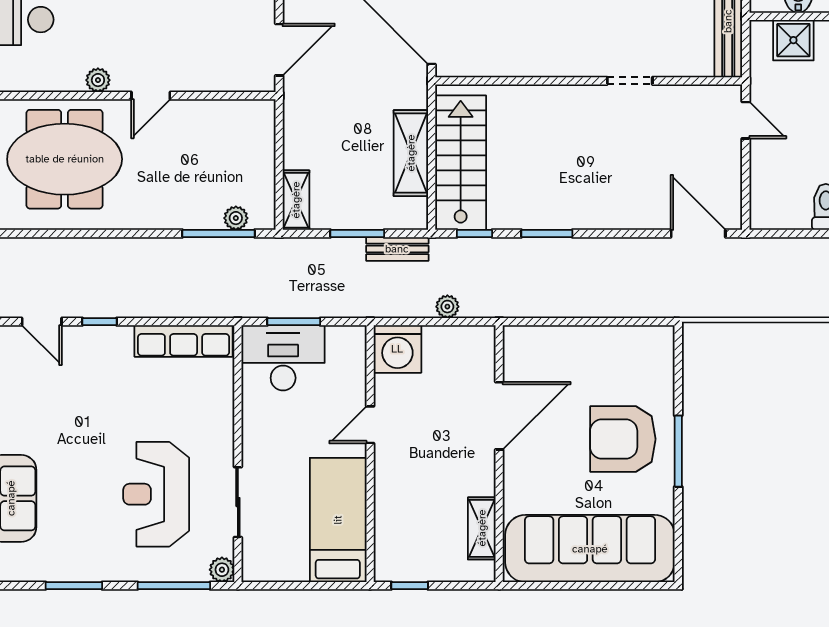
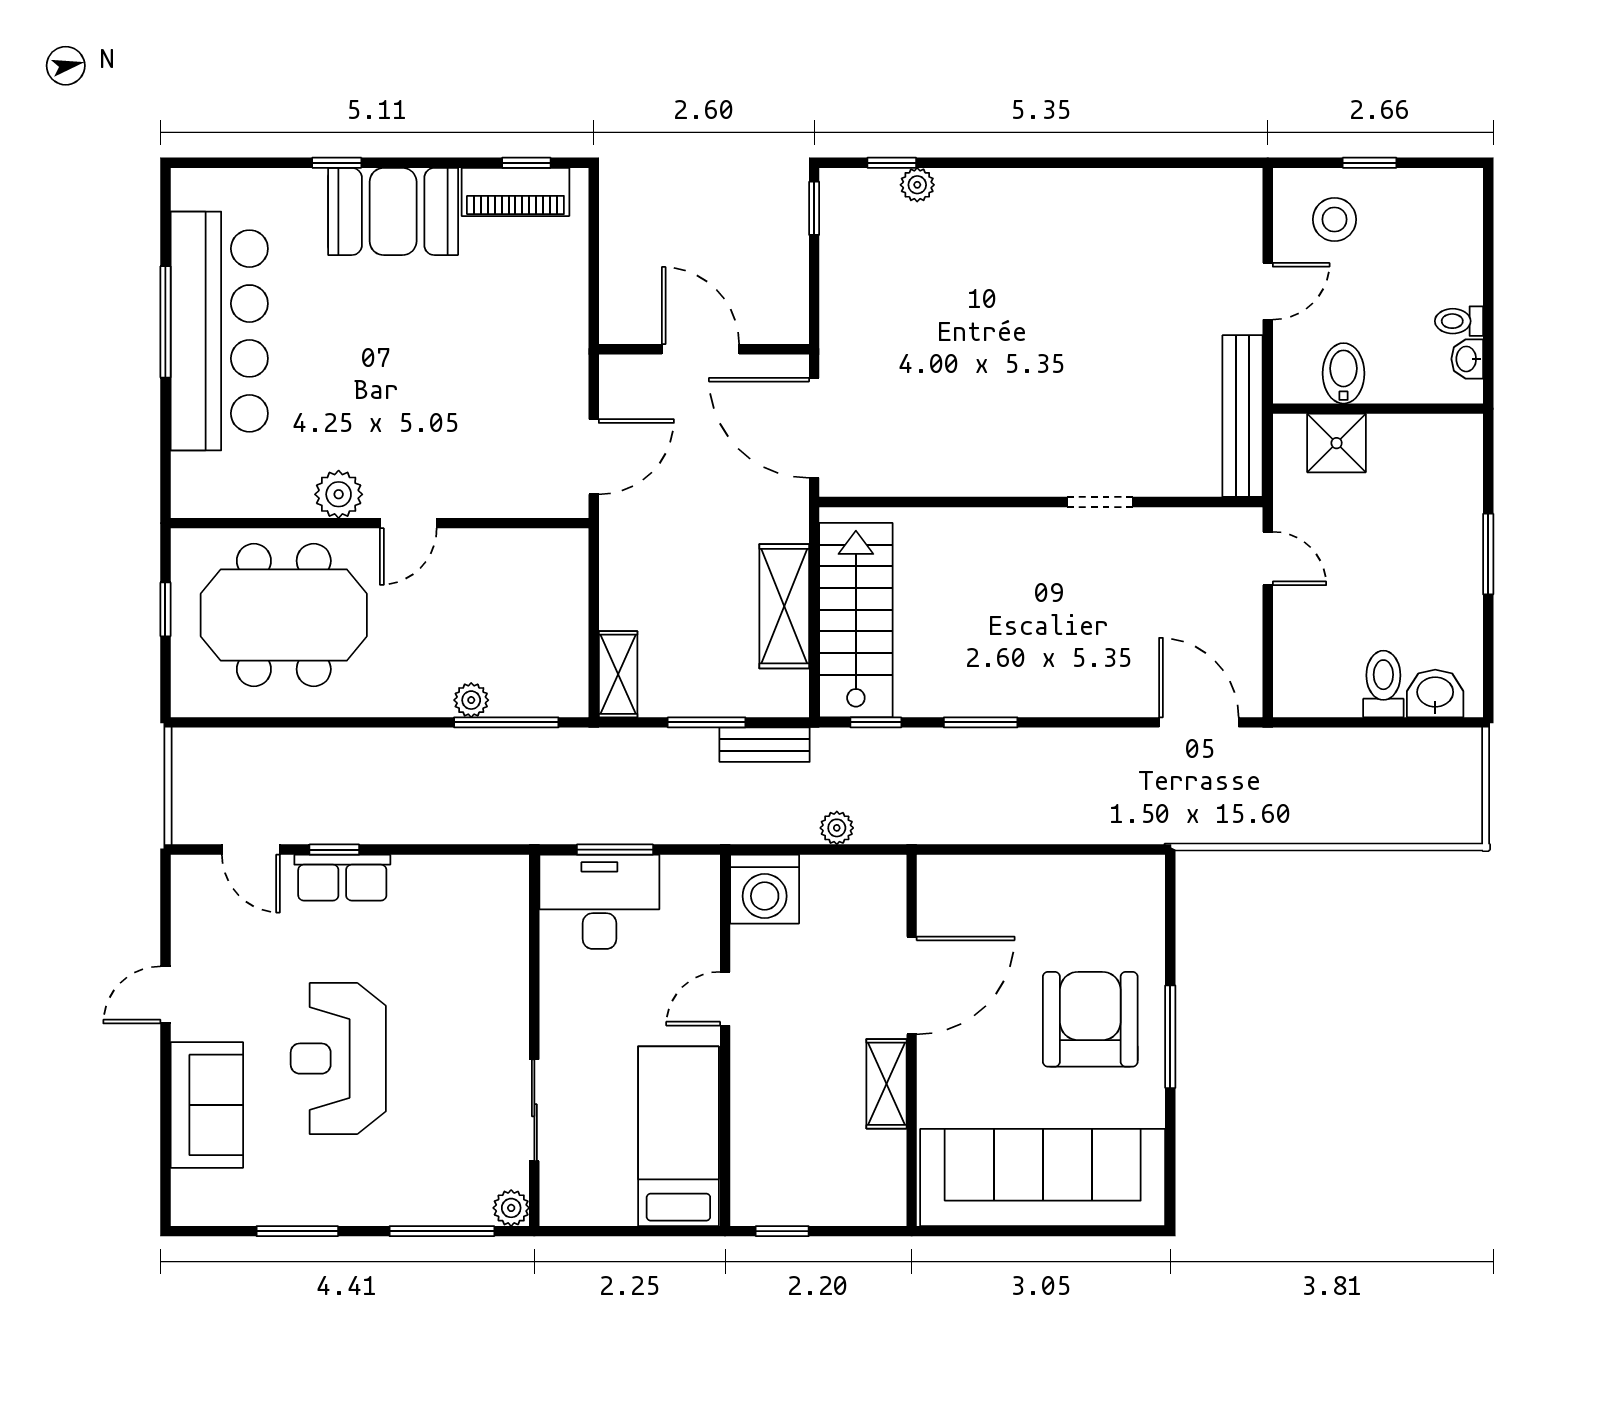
plant: (98, 80) -> (339, 494), width x1.38, depth x1.38
plant: (236, 218) -> (471, 700), moved
row of seats: (184, 341) -> (342, 878), moved, width x0.68
armchair: (623, 439) -> (1090, 1019), turned 90
reception desk: (156, 494) -> (338, 1059), moved
shelving: (482, 528) -> (886, 1084), moved

